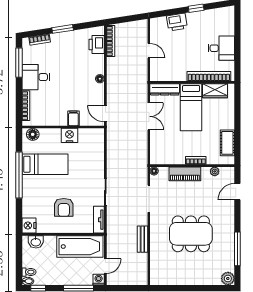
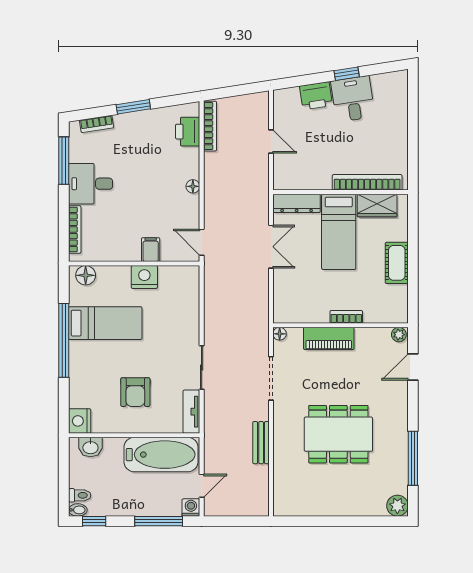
desk: (221, 48) -> (353, 99), moved, turned -99
cot: (227, 143) -> (397, 263), moved
plant: (215, 171) -> (399, 335), moved

